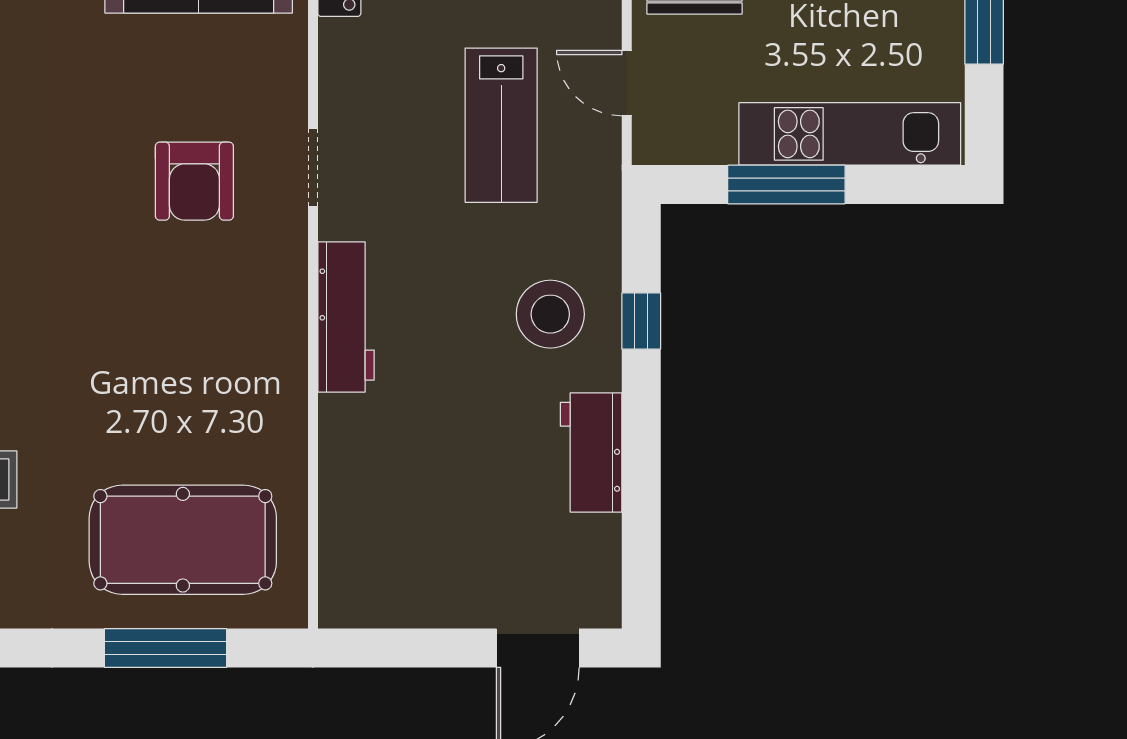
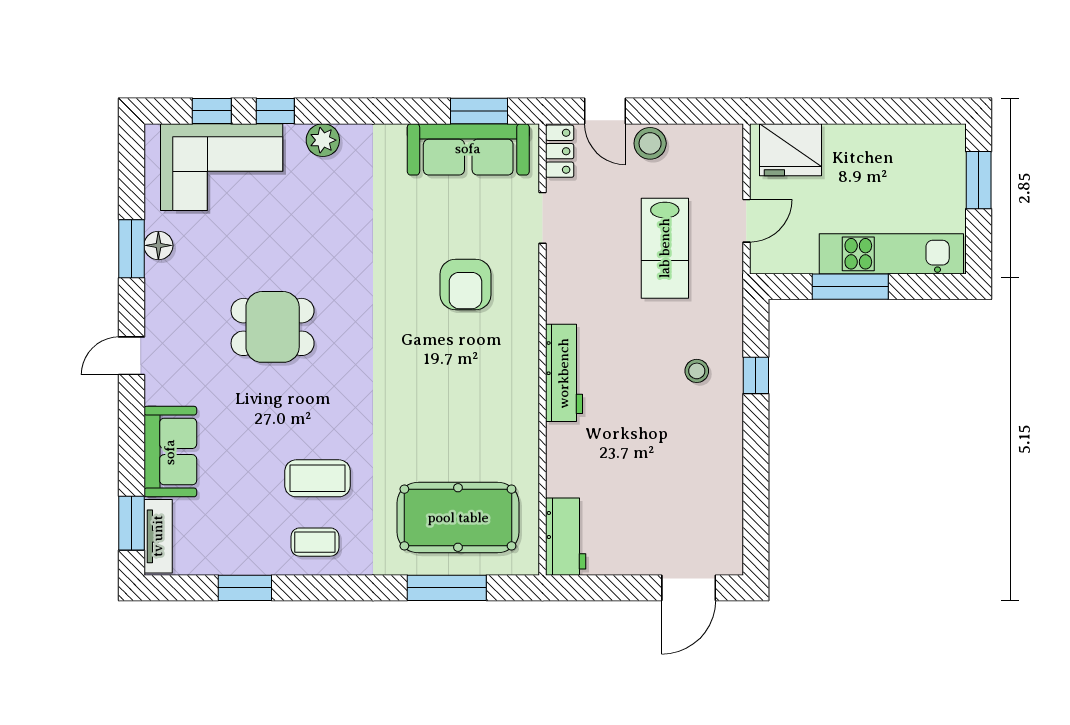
door: (627, 83) -> (746, 221), swing flipped
doorway: (313, 168) -> (543, 218), moved
stool: (550, 314) -> (697, 371), width x0.53, depth x0.53
workbench: (591, 452) -> (566, 537), moved, turned 180

